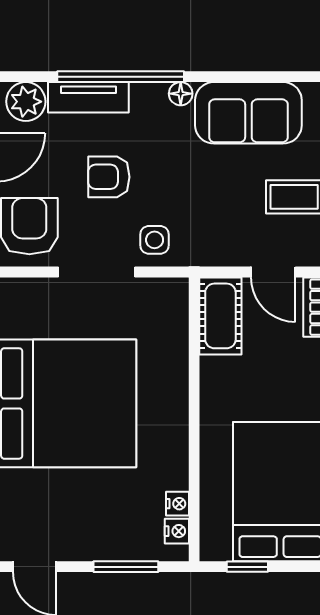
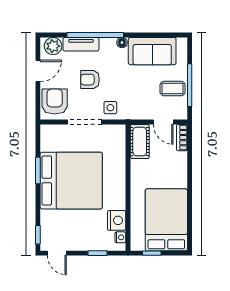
nightstand: (177, 504) -> (117, 220), width x1.89, depth x1.79
window: (126, 567) -> (98, 253), width x0.67

